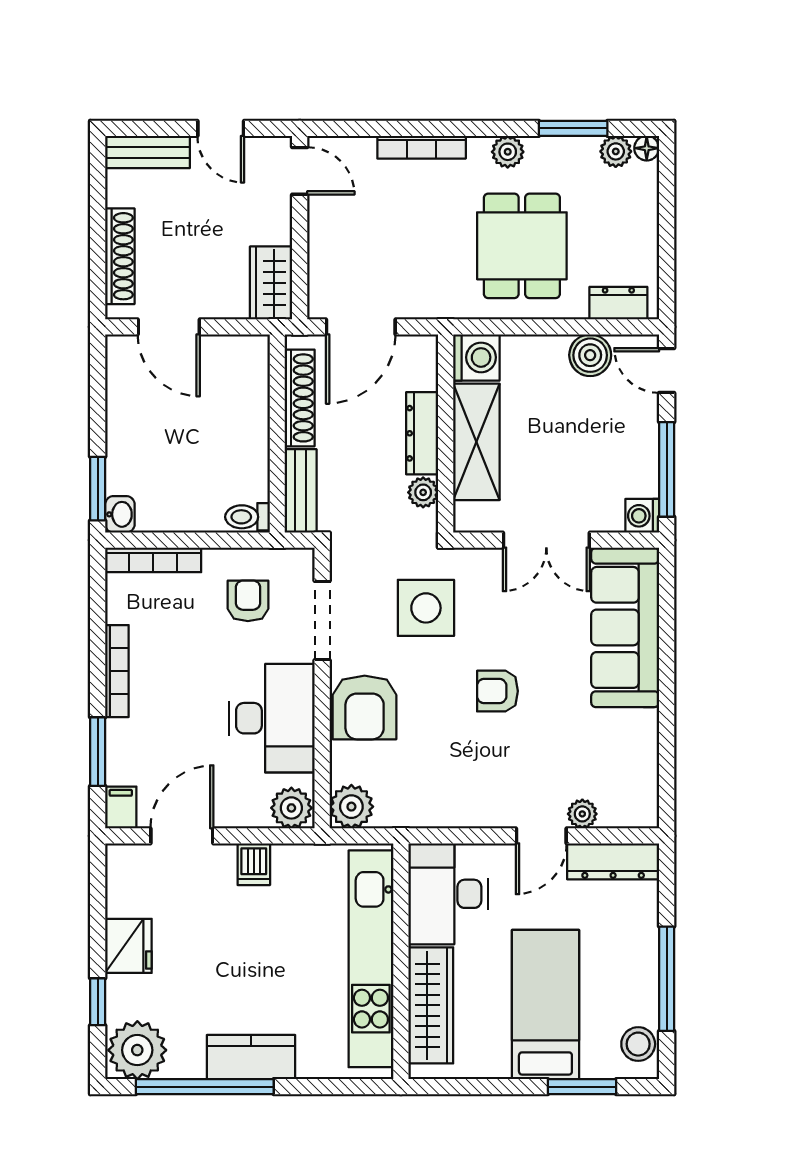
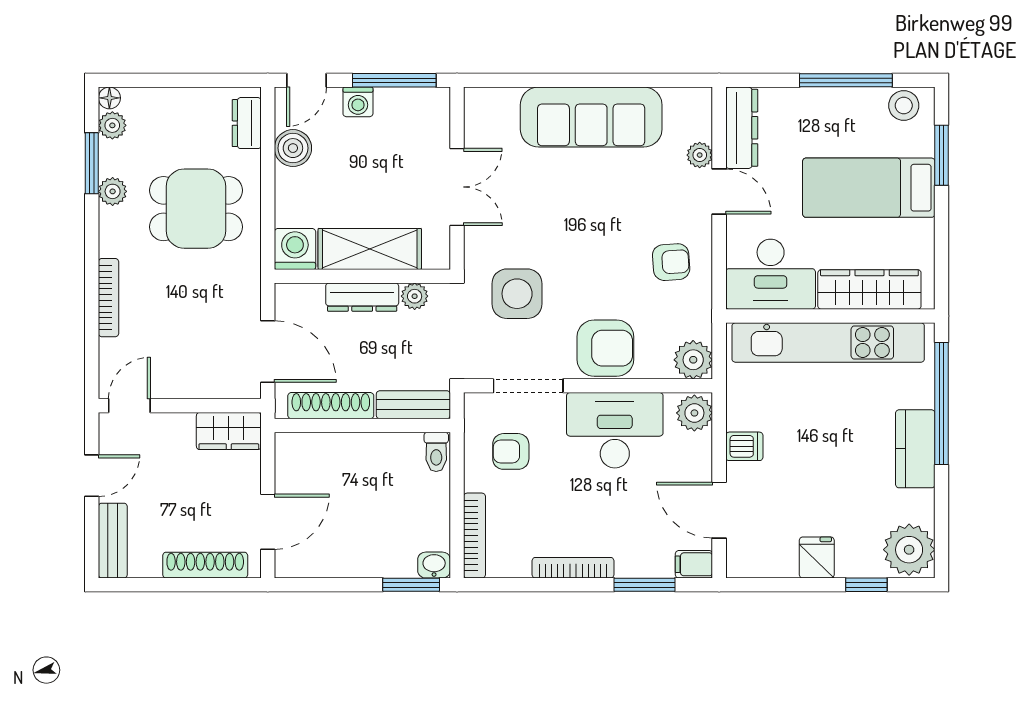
plant: (508, 152) -> (113, 191), moved
washing machine: (642, 516) -> (358, 102), moved
sofa: (625, 627) -> (591, 117), moved
armchair: (497, 691) -> (671, 262), moved, turned -94
fridge: (128, 946) -> (817, 558), width x0.72
window: (205, 1087) -> (942, 403), moved

